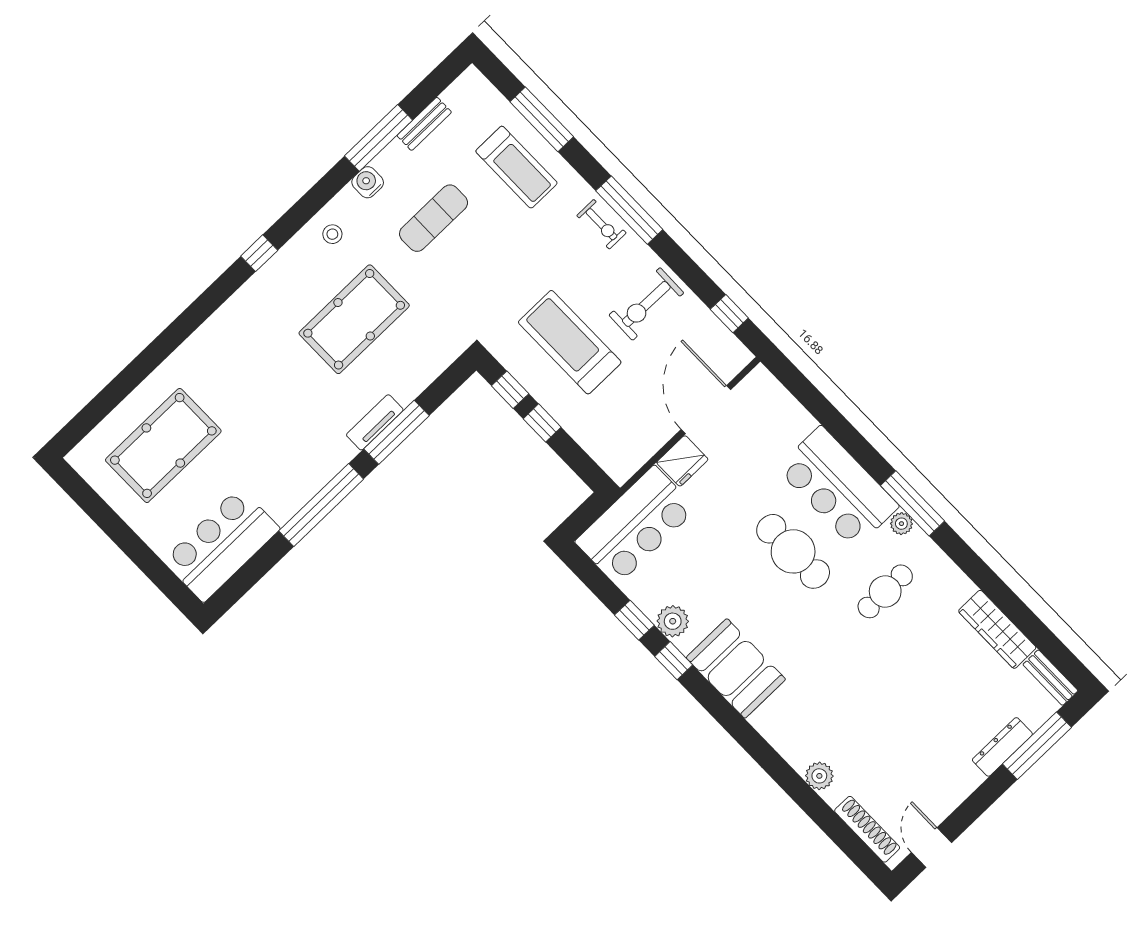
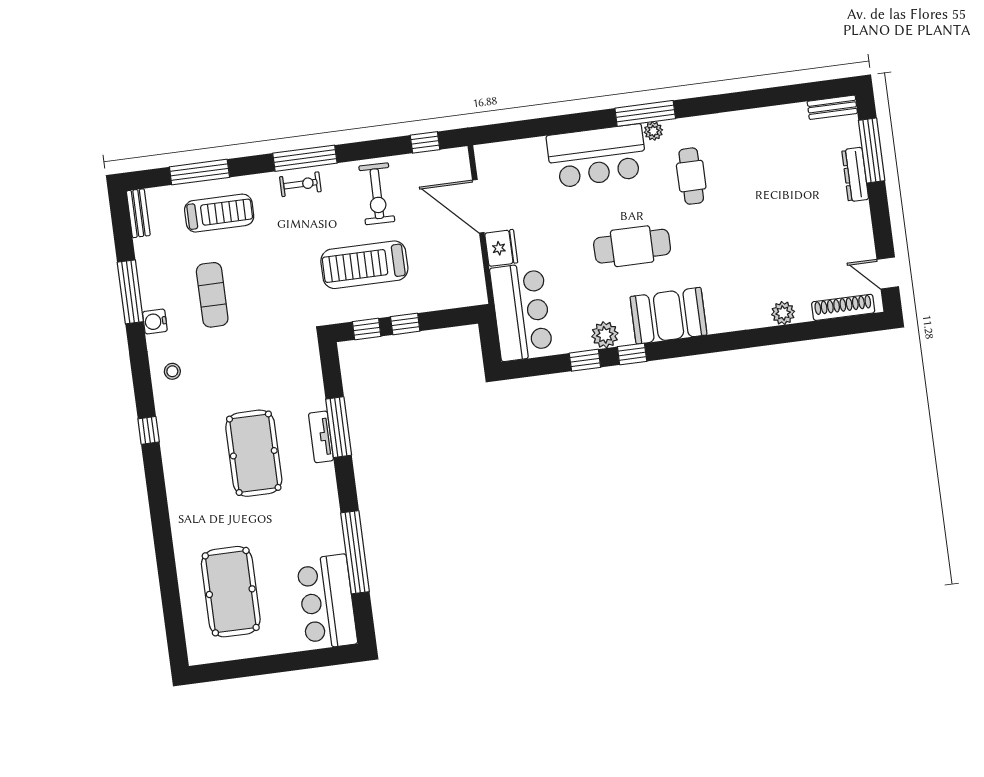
bench: (424, 124) -> (138, 213), moved
pool table: (354, 319) -> (254, 453), moved
window: (321, 505) -> (355, 552), moved
cafe table: (793, 551) -> (632, 246), moved
wardrobe: (997, 629) -> (773, 119), removed

